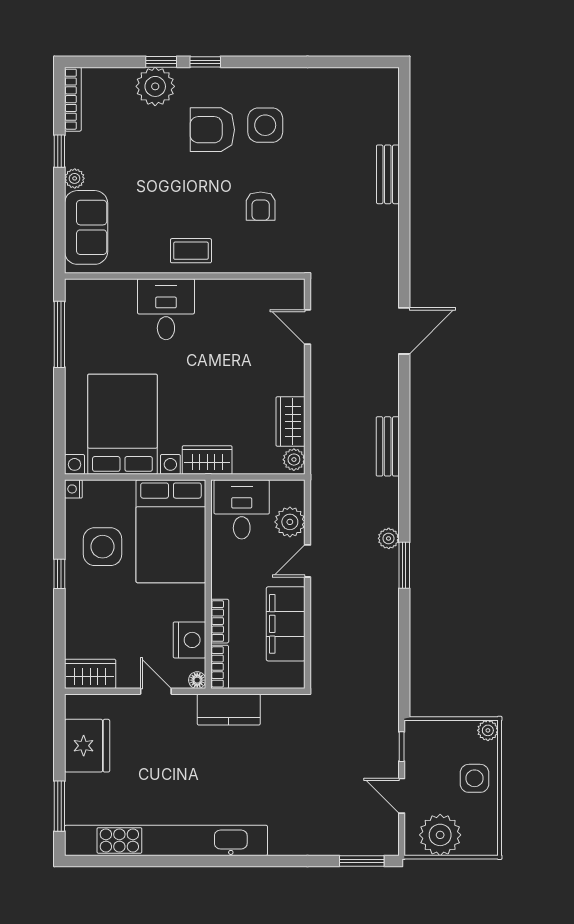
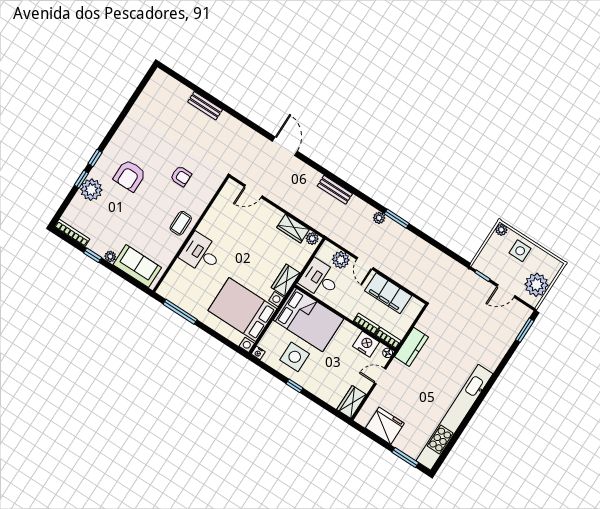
side table: (265, 125) -> (144, 149), removed

